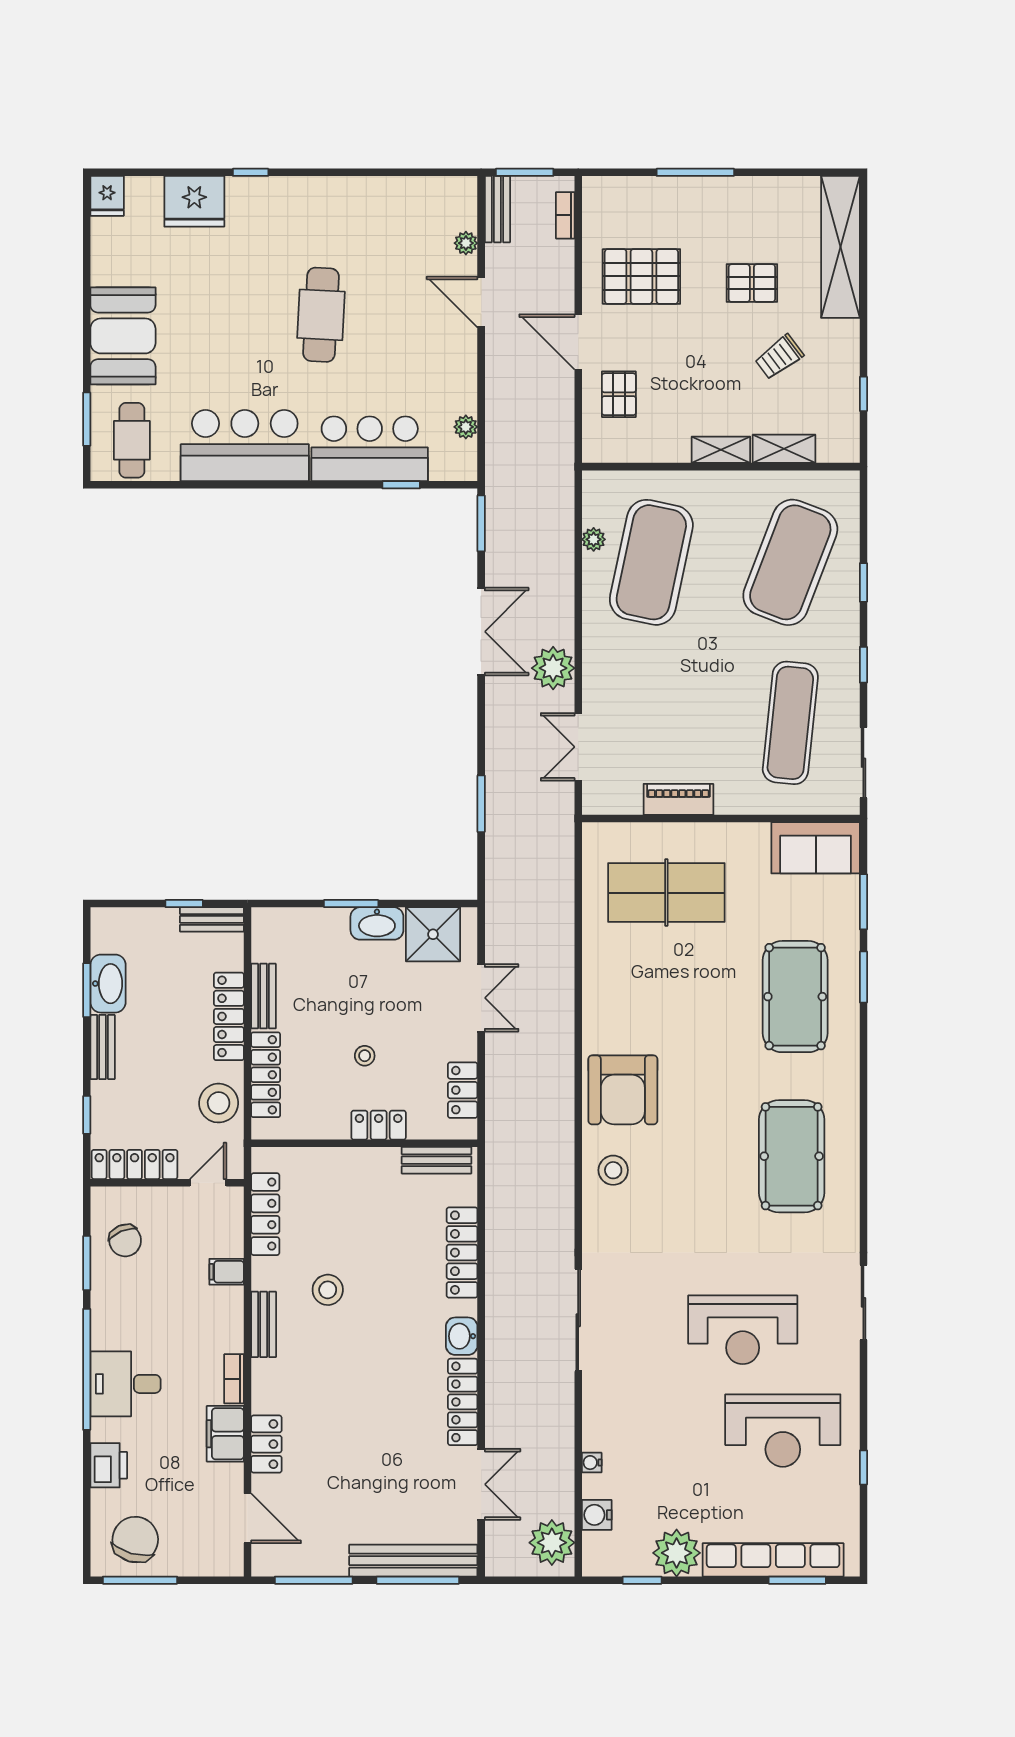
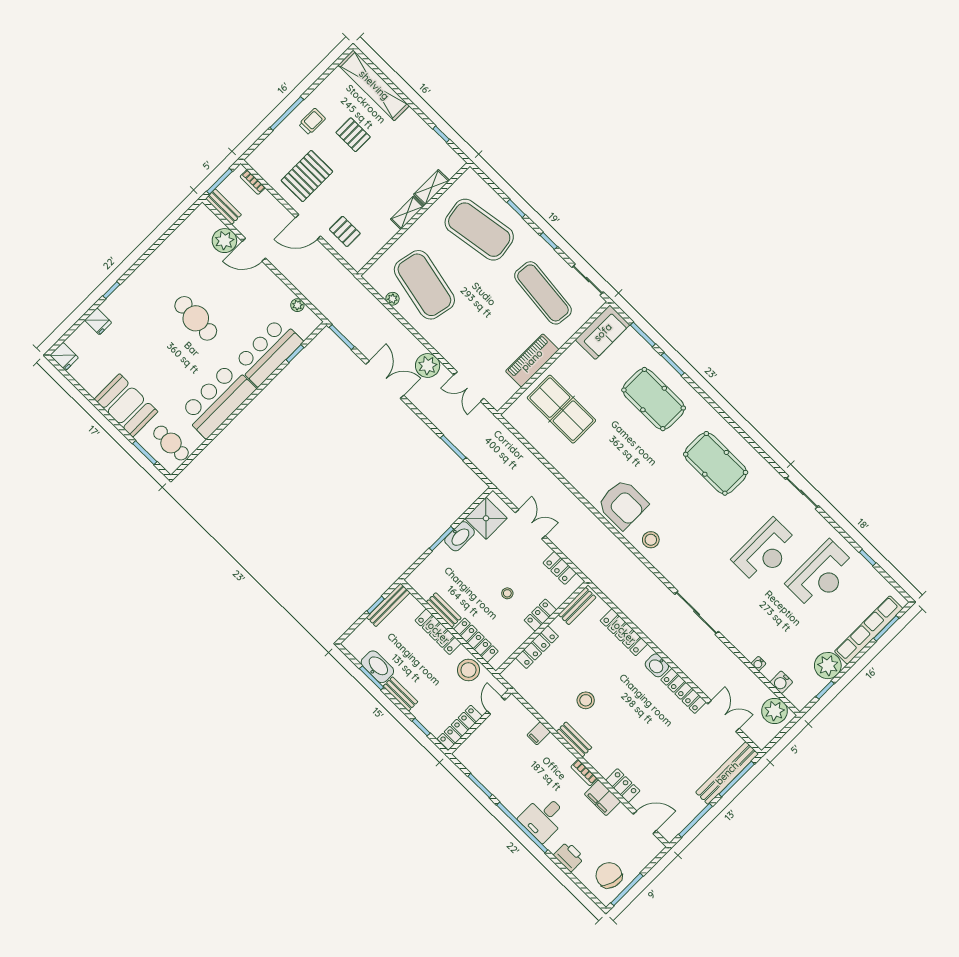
fridge: (194, 201) -> (98, 321), width x0.53, depth x0.75
plant: (466, 243) -> (224, 241), width x1.88, depth x1.88
pallet: (752, 283) -> (353, 135), turned 90
trolley: (779, 357) -> (312, 121), moved, turned -143
exercise mat: (790, 562) -> (479, 230), turned -30
piano: (678, 799) -> (532, 360), width x1.37, depth x1.33
table tennis table: (666, 893) -> (561, 409), turned 90
bench: (212, 919) -> (388, 605), width x1.36
locker: (265, 1214) -> (537, 647), moved, turned 90
chair: (125, 1241) -> (486, 761), removed

